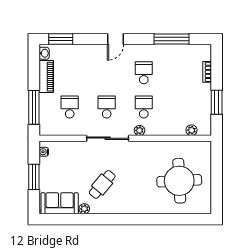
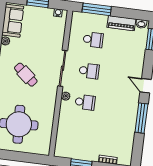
window: (171, 39) -> (141, 118), moved
school desk: (144, 73) -> (114, 106), removed
plant: (192, 130) -> (60, 140), removed
cafe table: (102, 184) -> (26, 75), moved

